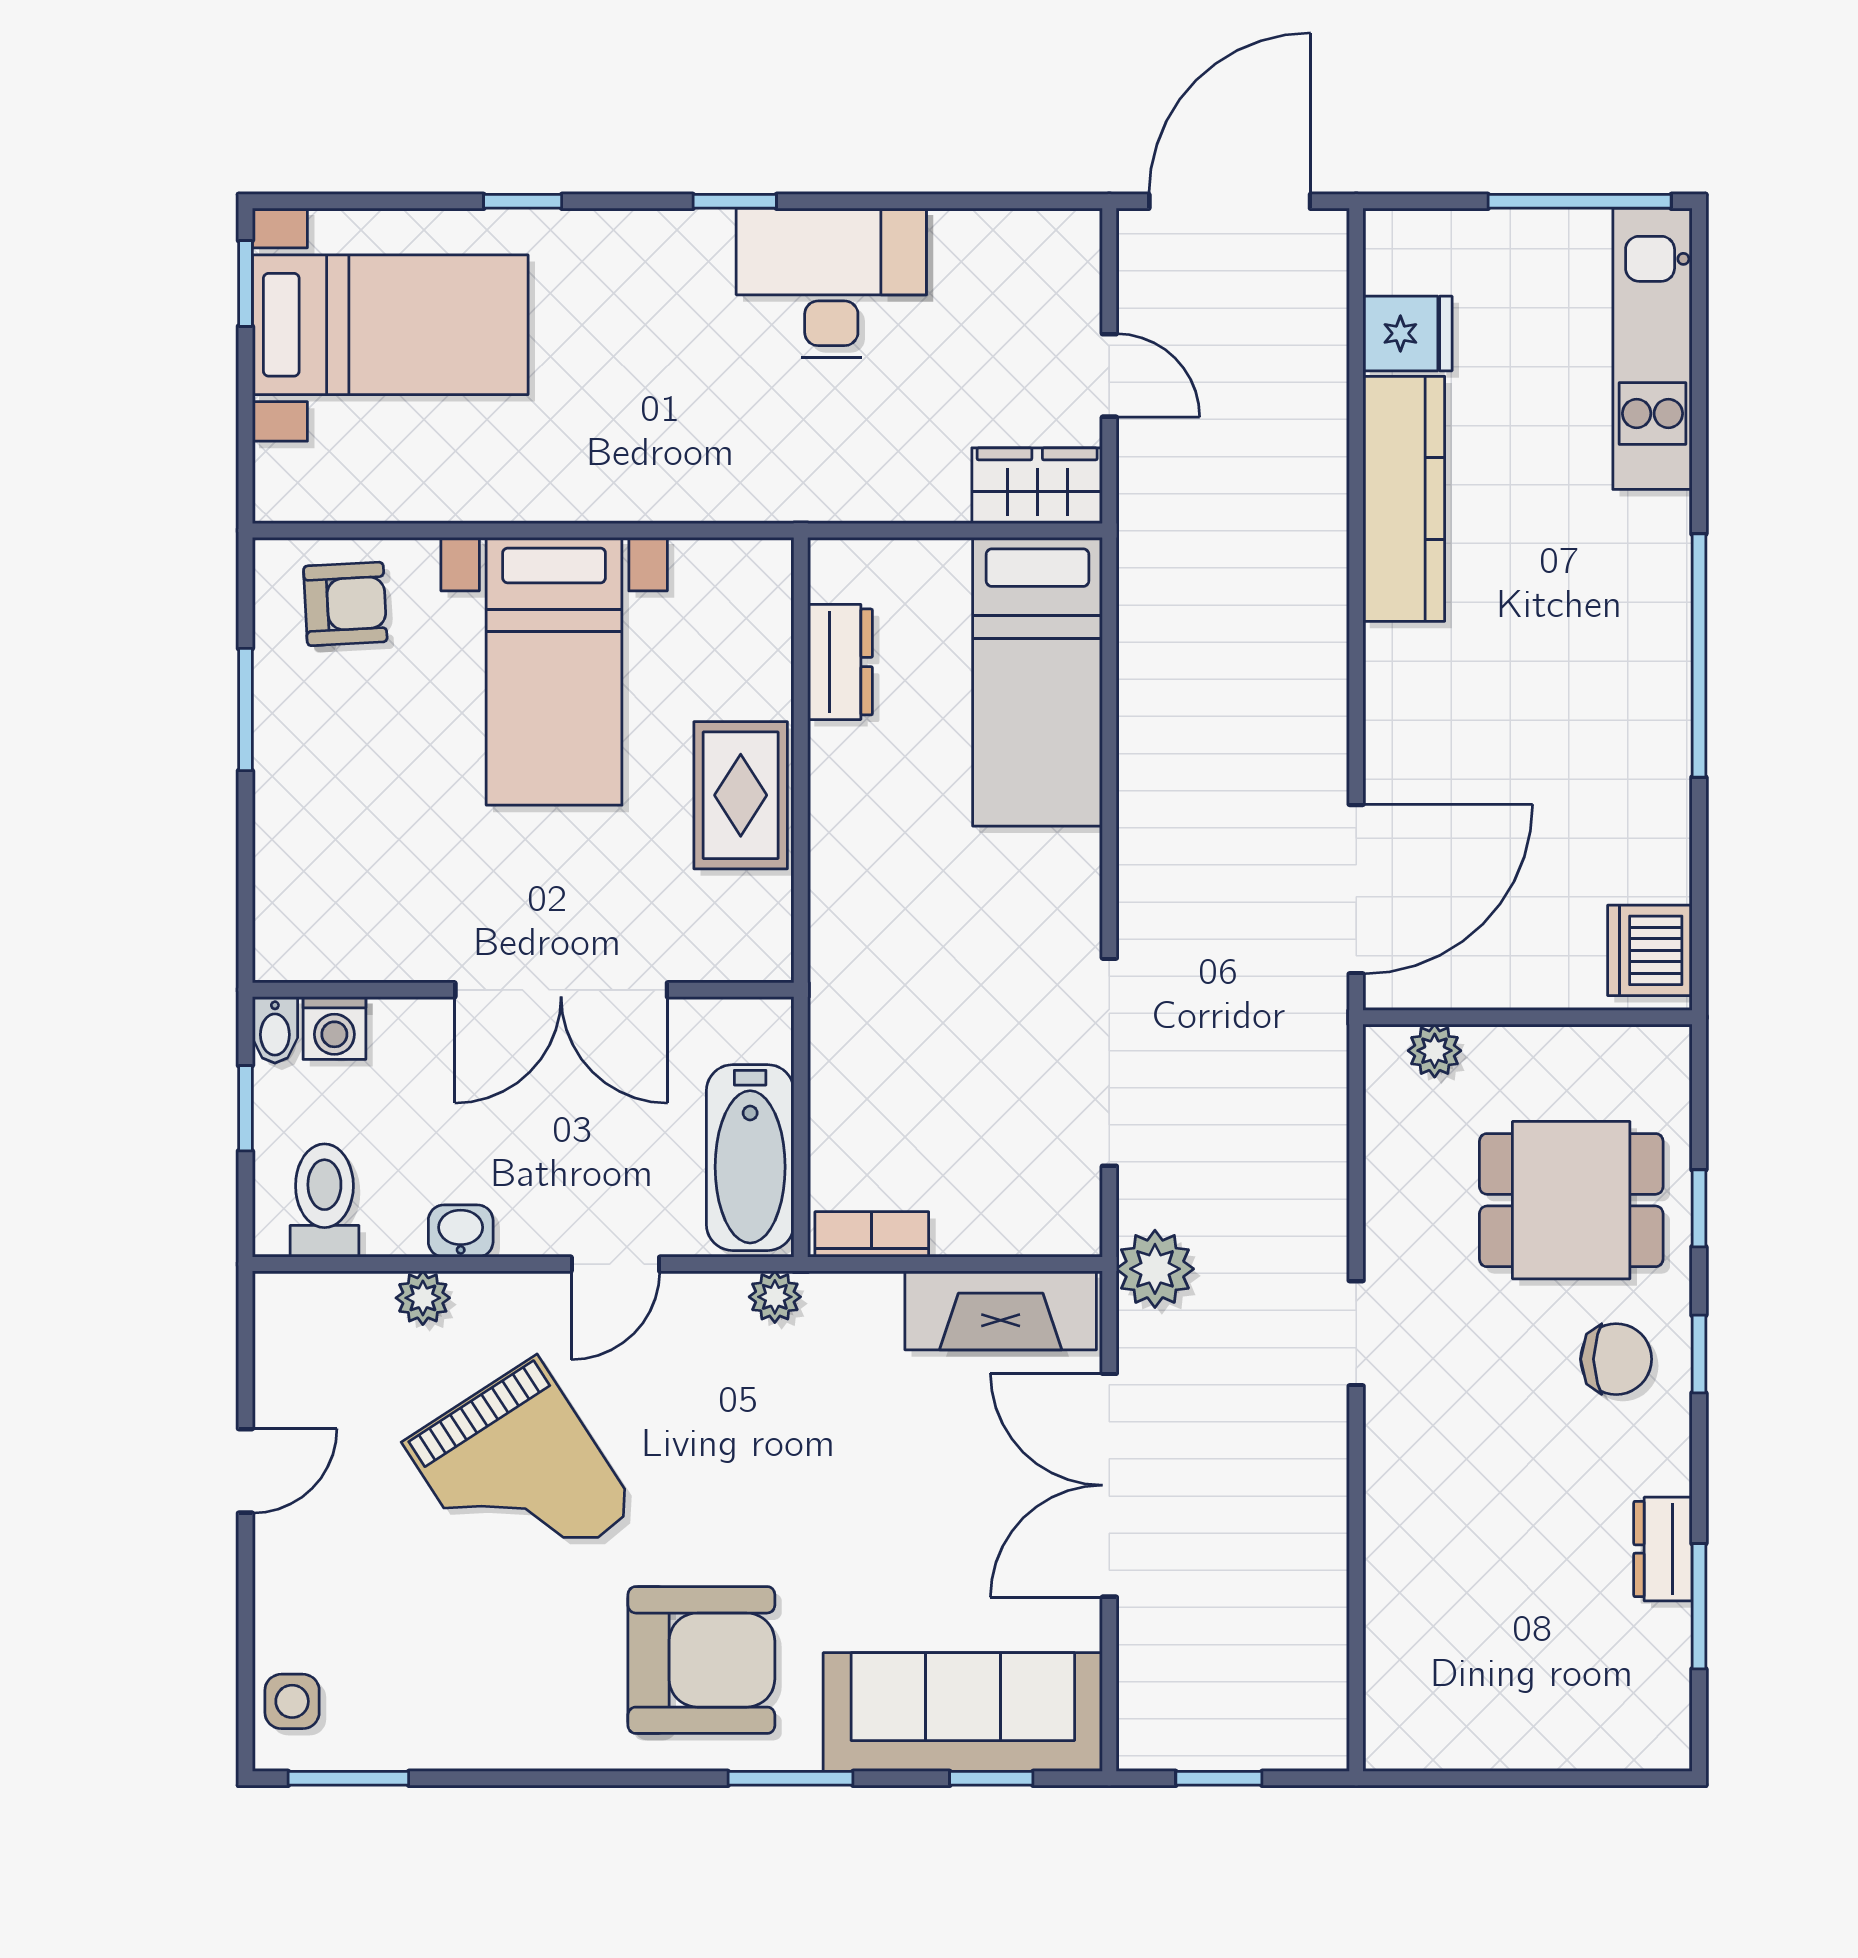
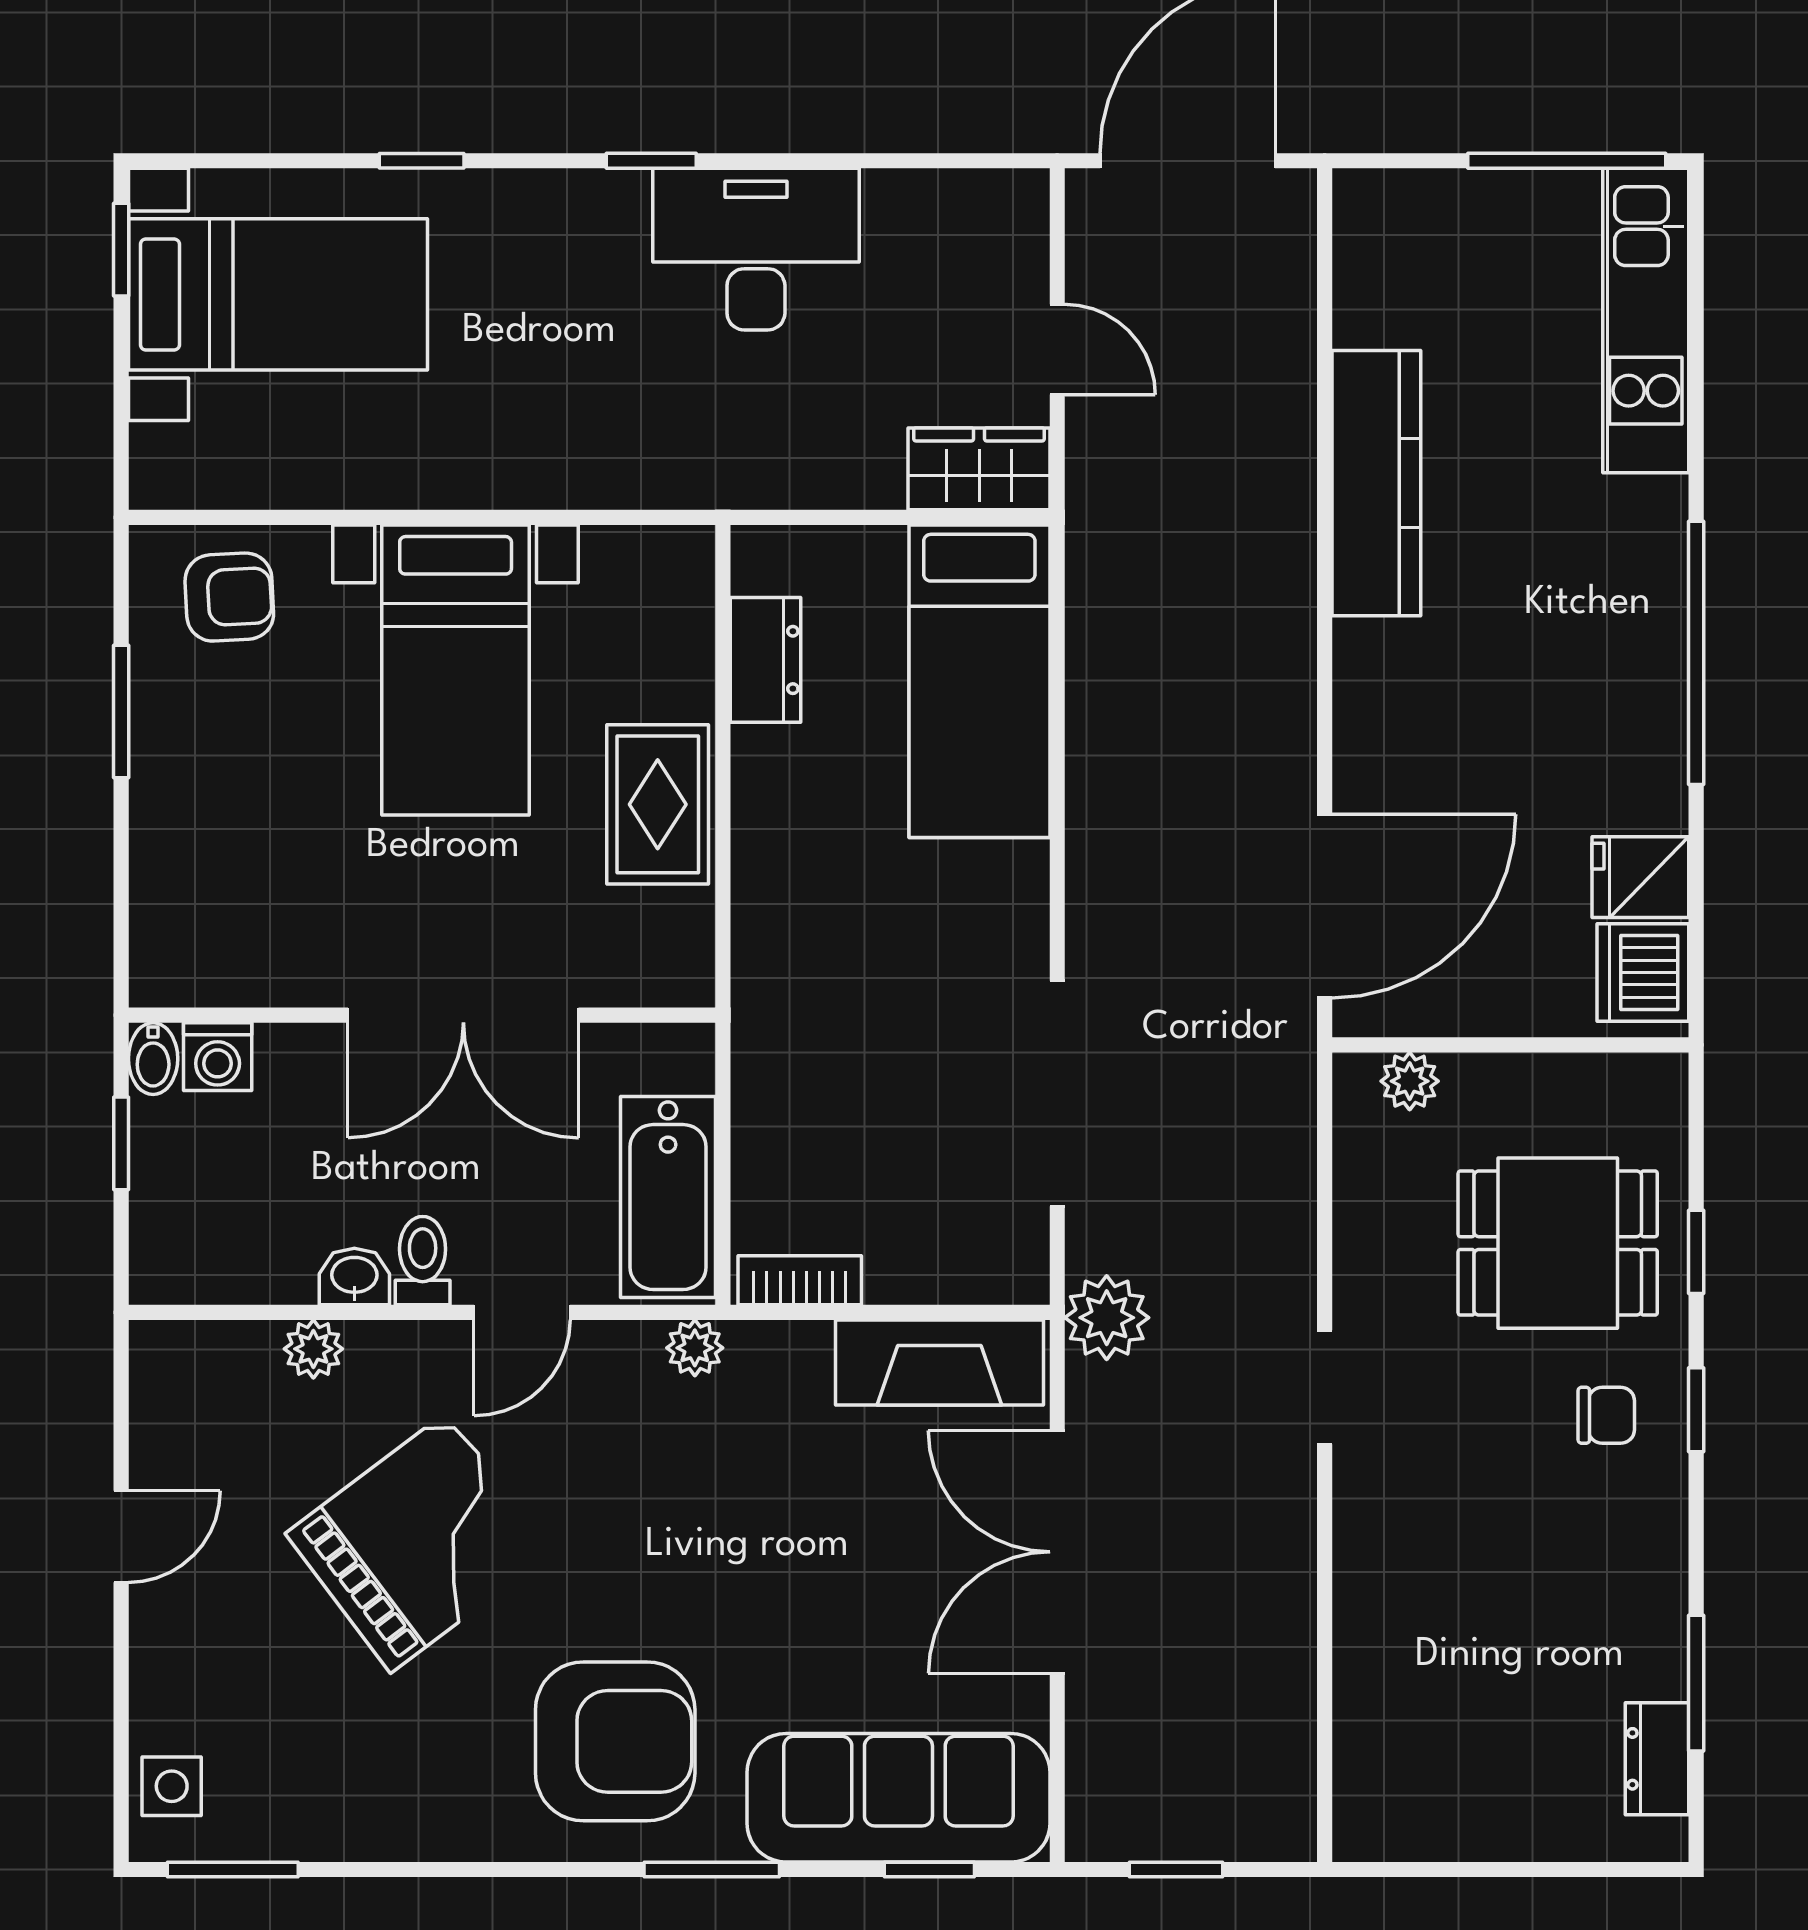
fridge: (1408, 333) -> (1640, 877), moved, turned 180
toilet: (324, 1201) -> (423, 1261), moved, width x0.73, depth x0.72
chair: (1616, 1359) -> (1606, 1415), width x0.73, depth x0.73
grand piano: (520, 1476) -> (419, 1542), turned -94
dresser: (1663, 1549) -> (1657, 1759), moved

